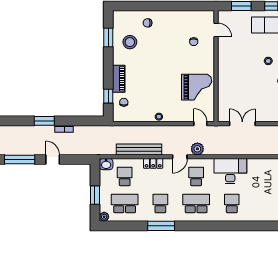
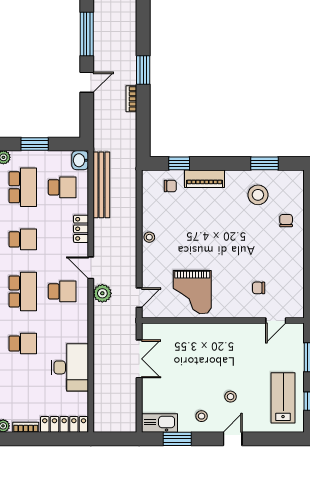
bench: (139, 149) -> (101, 185), moved
desk: (230, 171) -> (70, 367), moved

